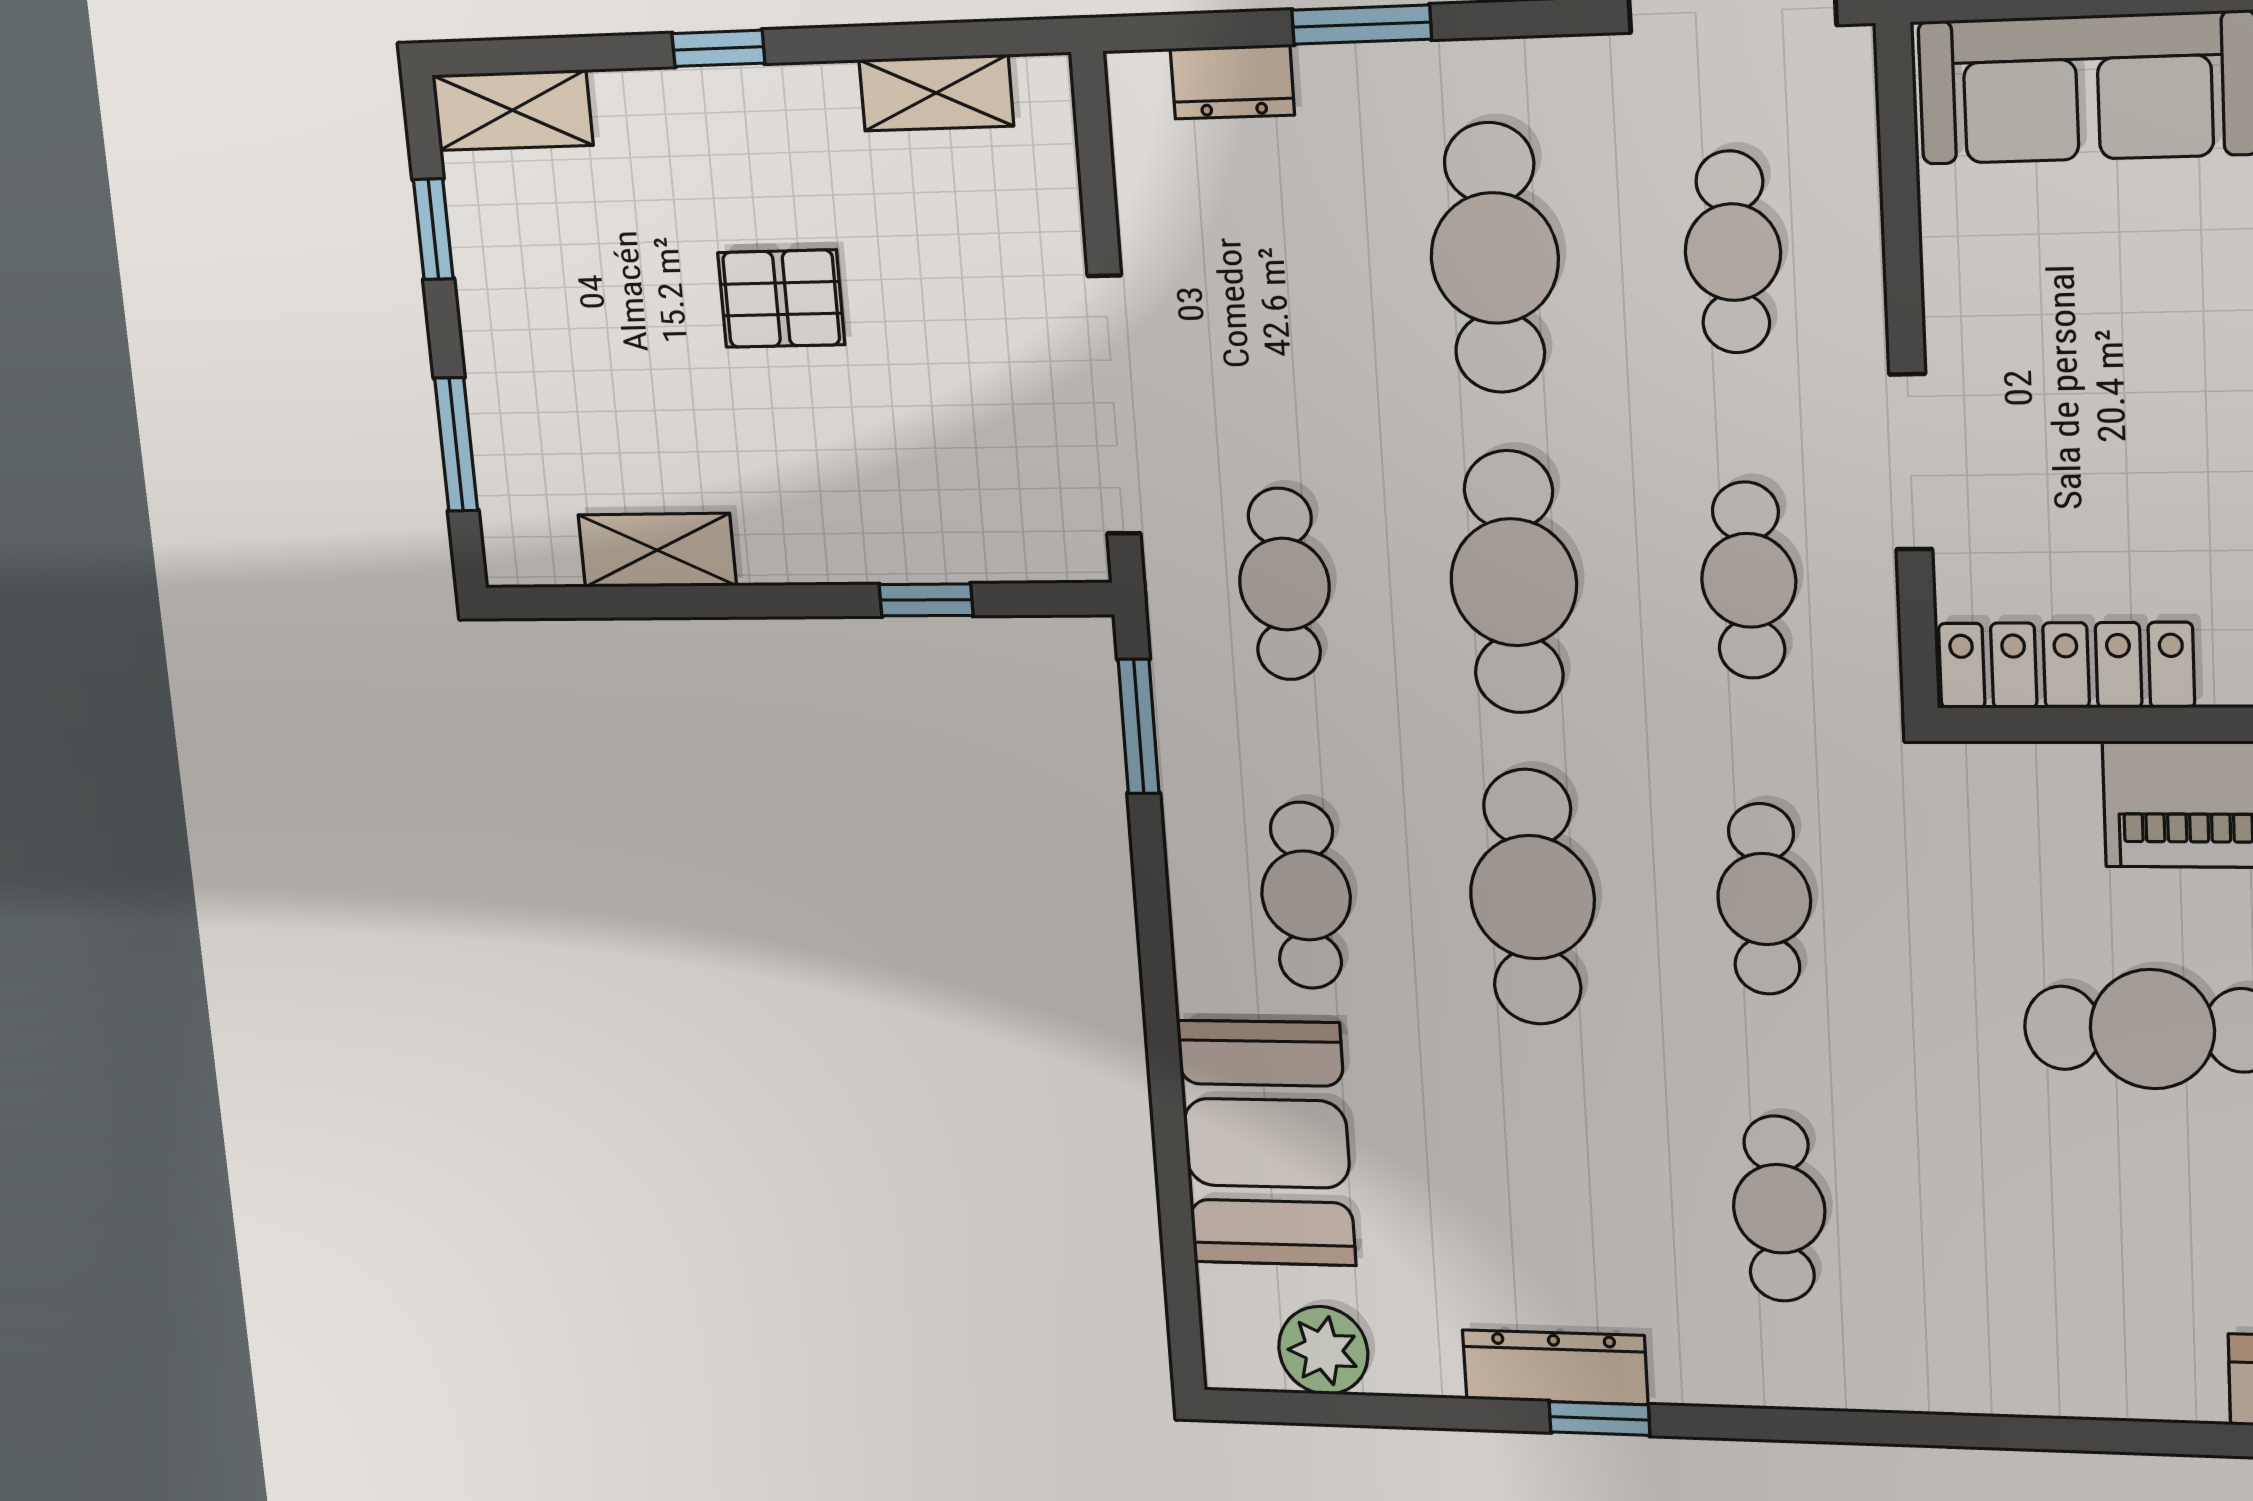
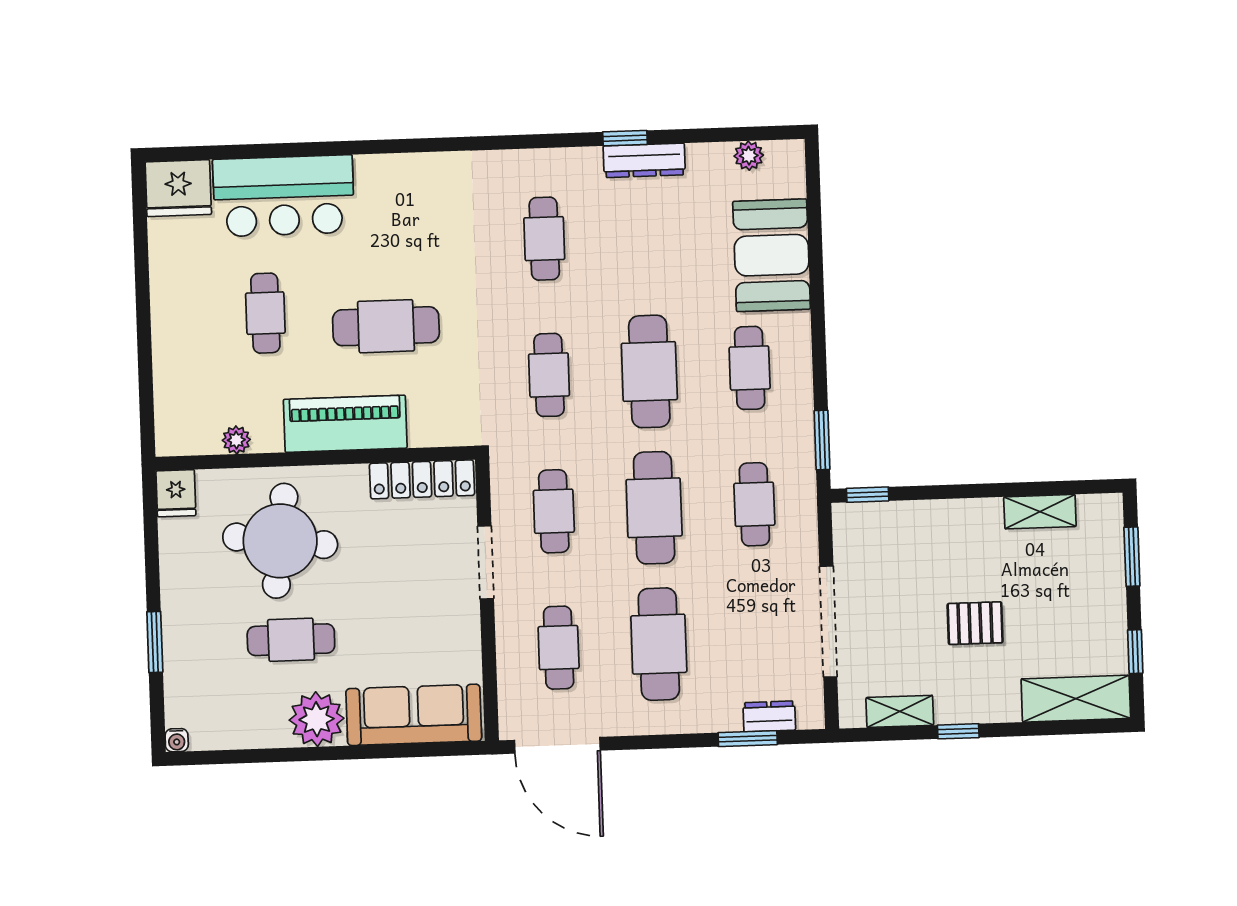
window: (1362, 25) -> (748, 739), moved
window: (718, 48) -> (958, 731), moved
shelving: (512, 110) -> (1076, 699), width x1.50, depth x1.33
doorway: (1114, 405) -> (828, 622), moved
window: (926, 600) -> (868, 495), moved
plant: (1323, 1350) -> (749, 156), width x0.73, depth x0.73

